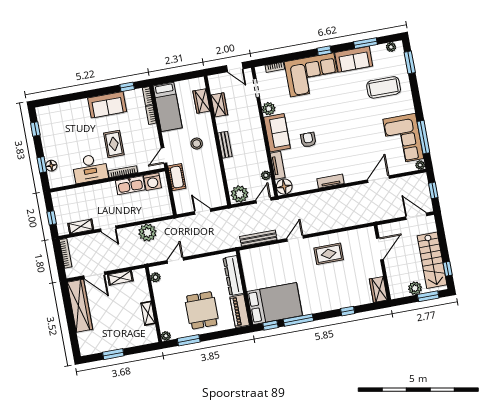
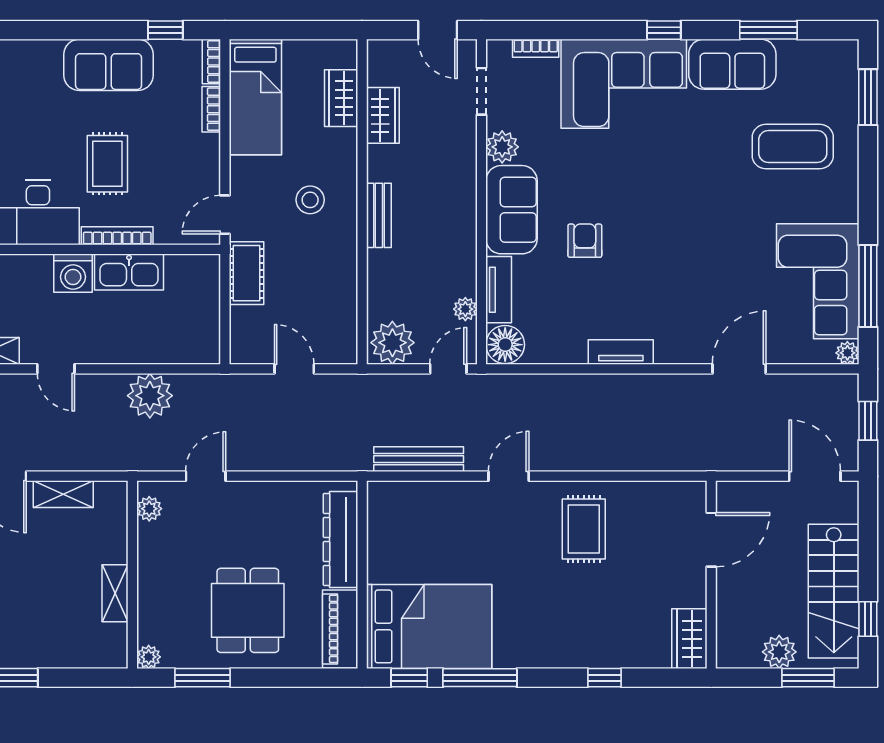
plant: (391, 47) -> (829, 51), removed
washing machine: (152, 182) -> (73, 273), moved
rug: (329, 254) -> (584, 529), turned 90

